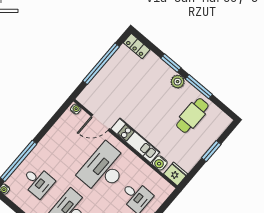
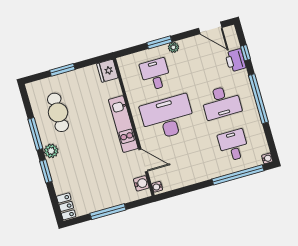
window: (101, 64) -> (108, 212), width x0.68
cafe table: (192, 115) -> (58, 112), turned 90
water cooler: (160, 163) -> (141, 183), moved
desk: (104, 169) -> (168, 117), turned 180

